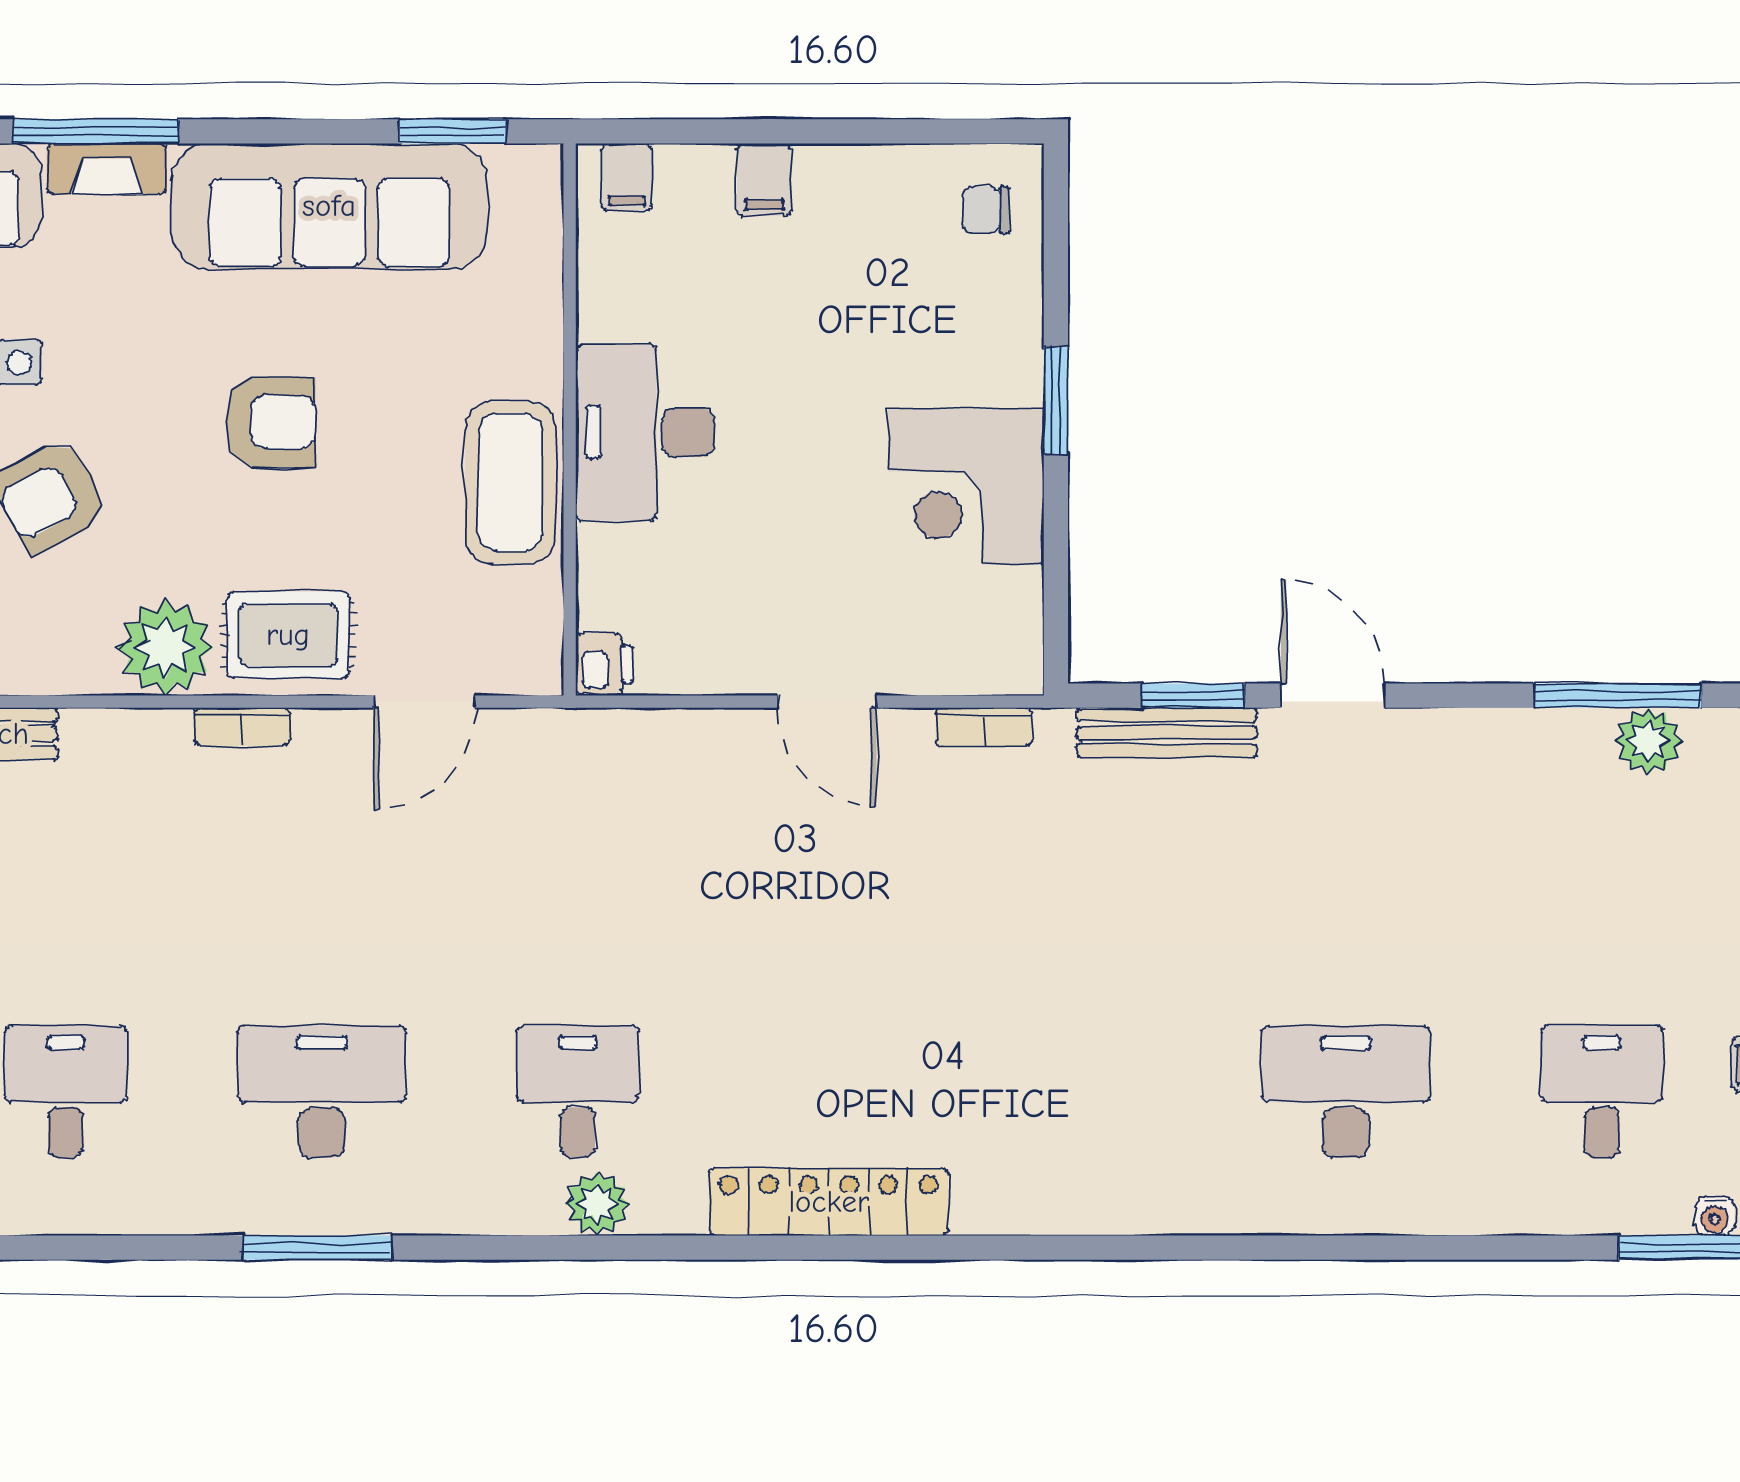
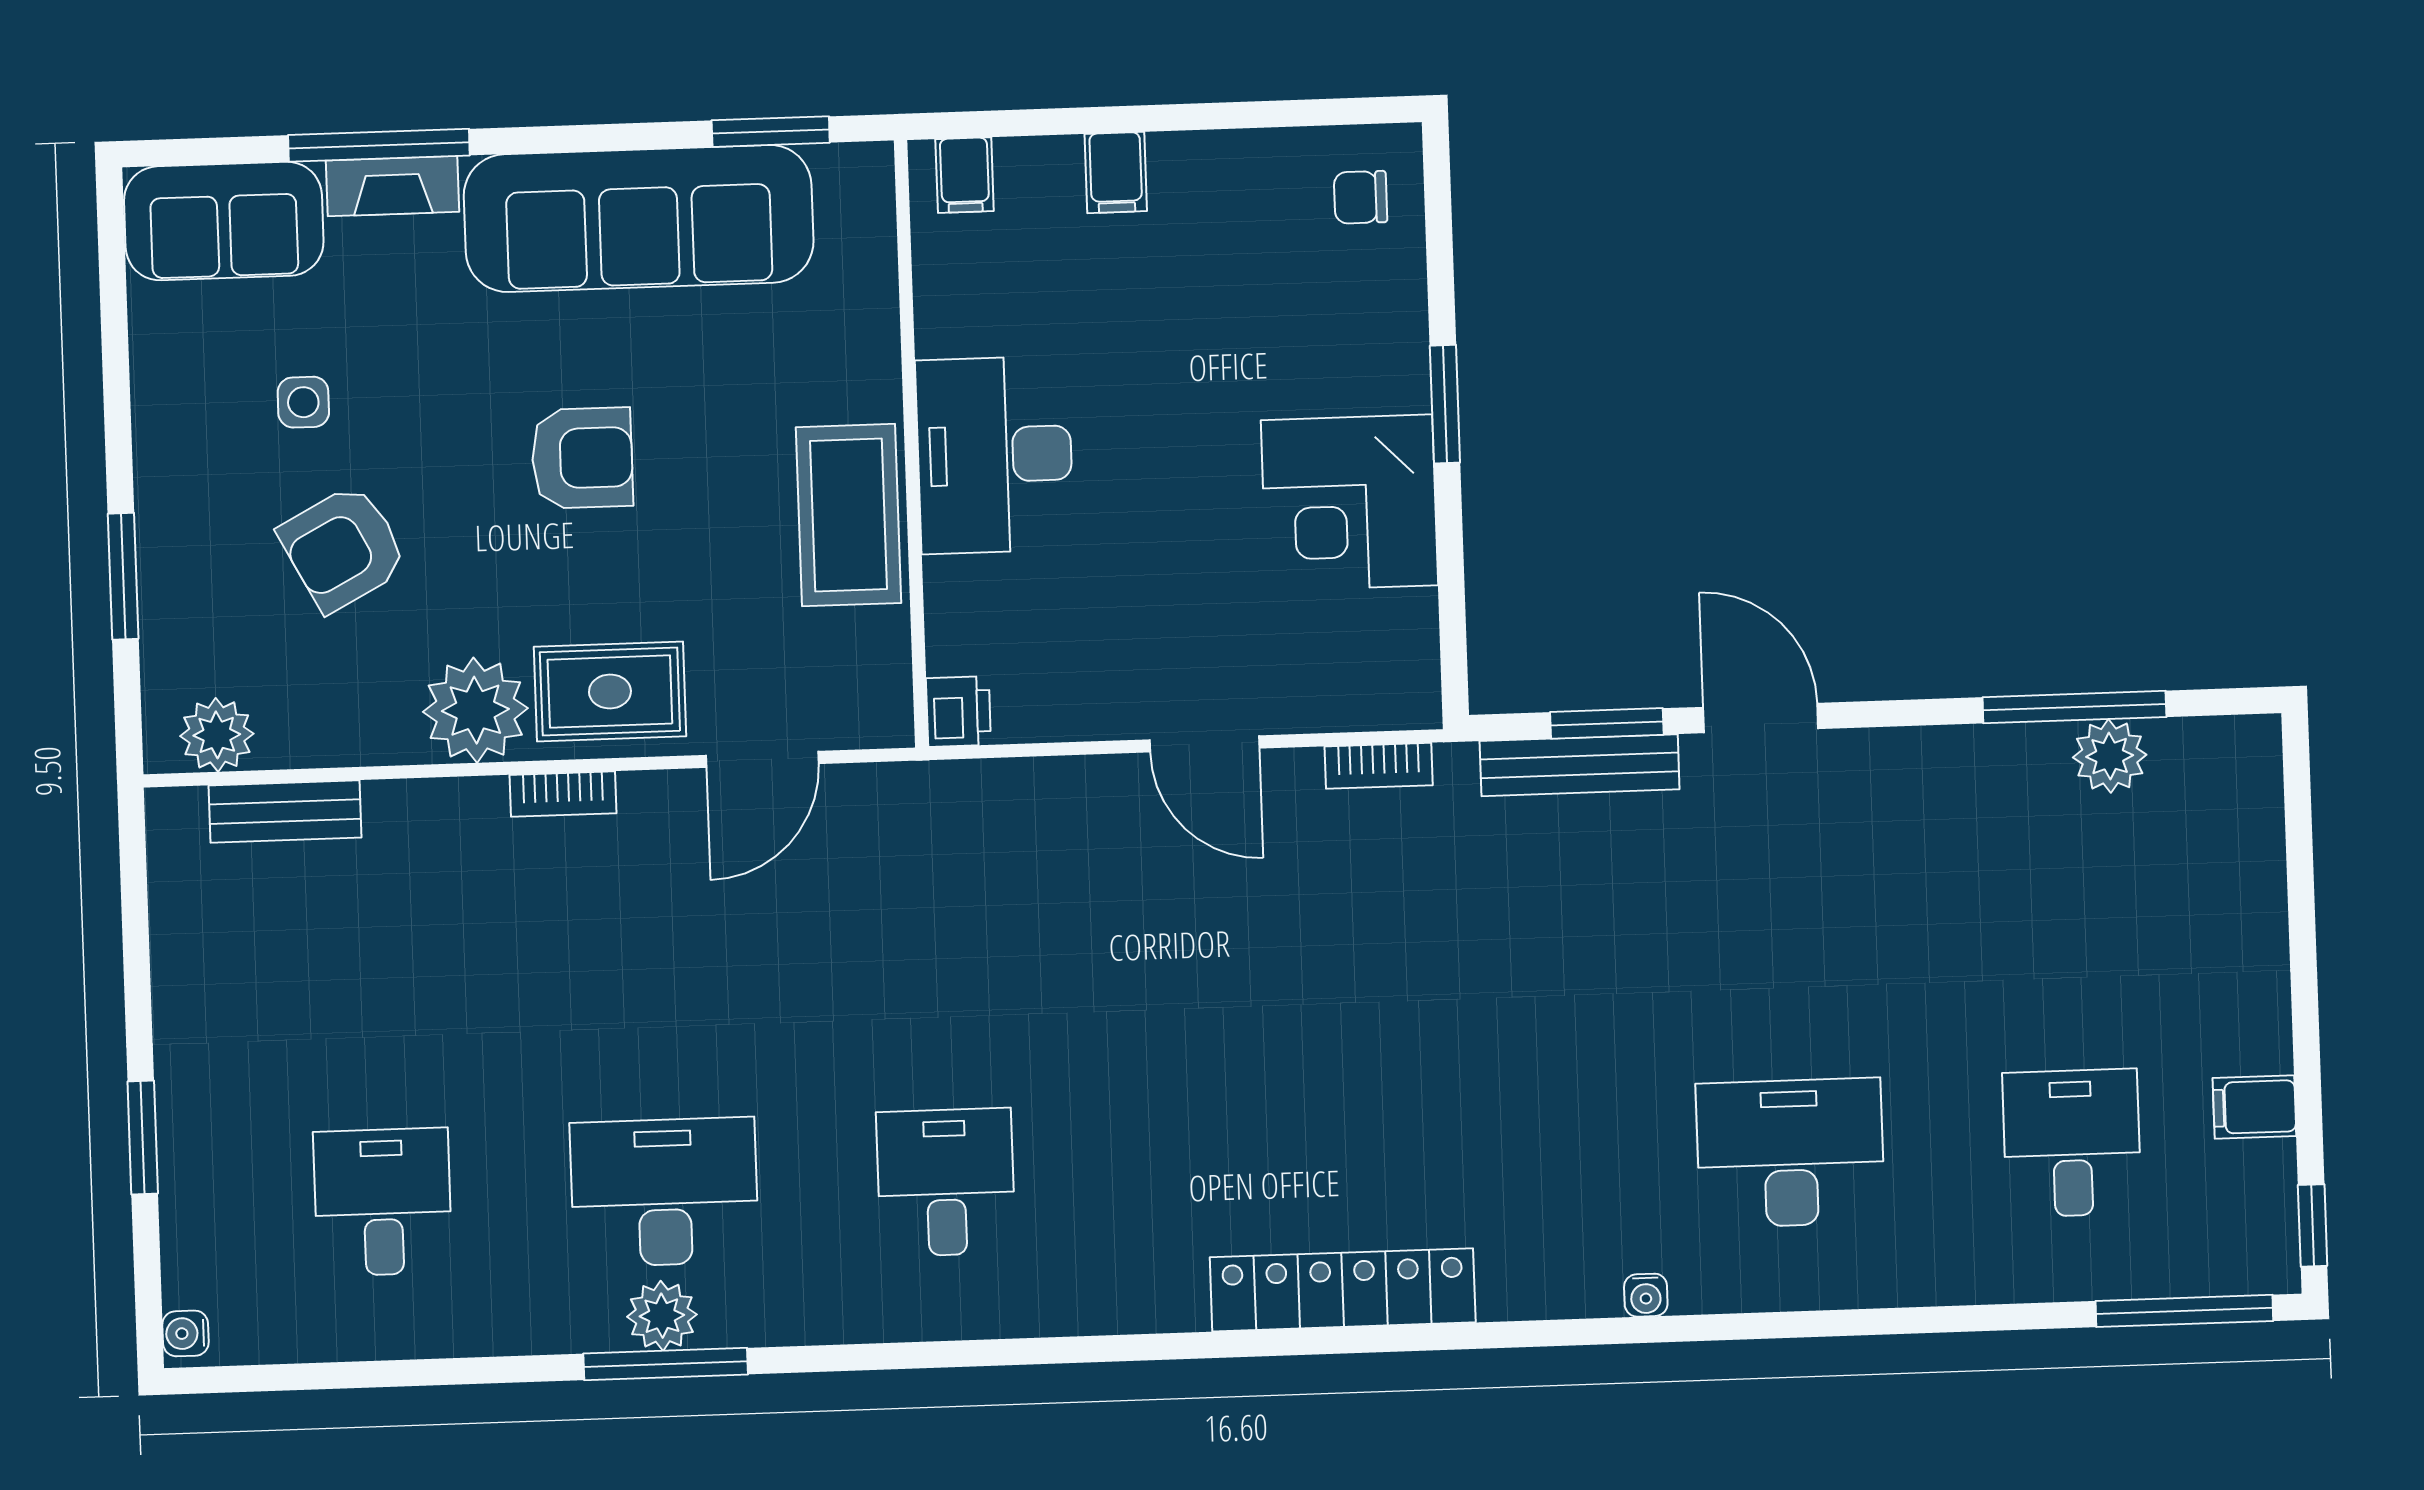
locker: (829, 1202) -> (1343, 1290), moved
plant: (597, 1204) -> (662, 1316), moved
water cooler: (1715, 1216) -> (1646, 1295), moved

